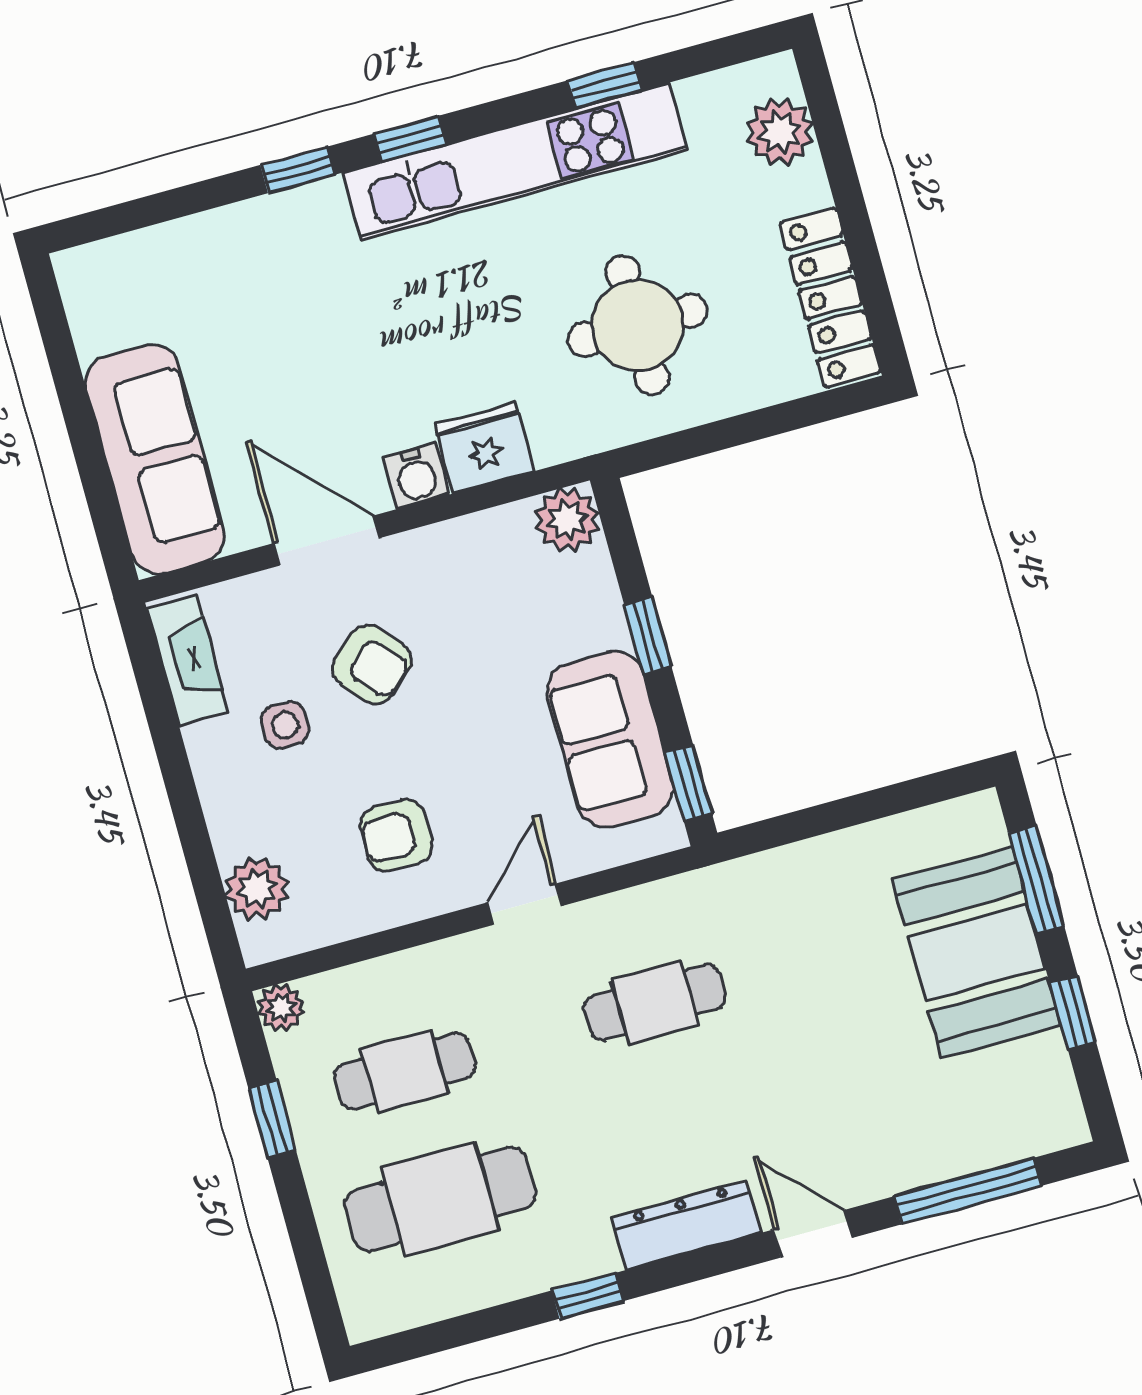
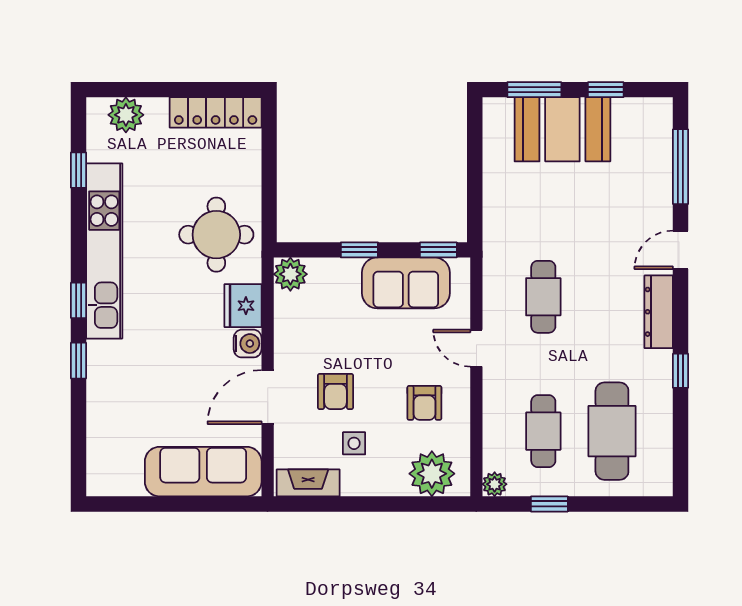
window: (605, 85) -> (79, 170), moved
round table: (637, 325) -> (216, 235), moved
armchair: (372, 664) -> (336, 392), turned 131
plant: (257, 889) -> (432, 474), width x1.36, depth x1.36

